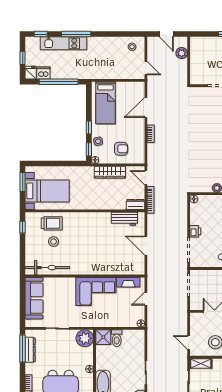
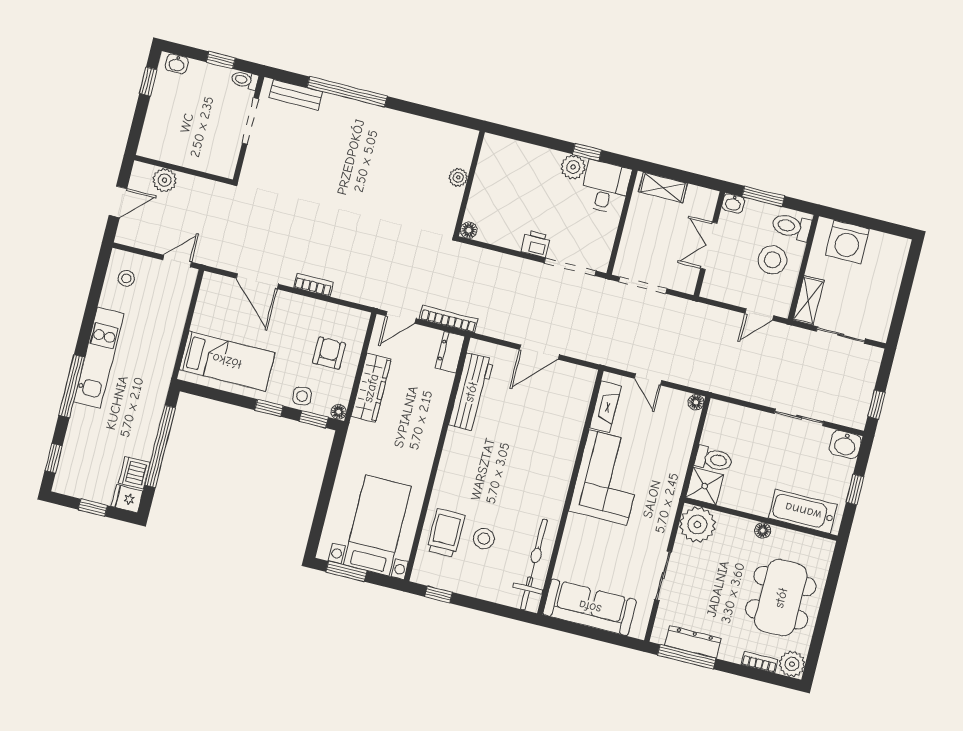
kitchen unit: (64, 43) -> (99, 358), moved
workbench: (124, 219) -> (471, 392), width x1.38

